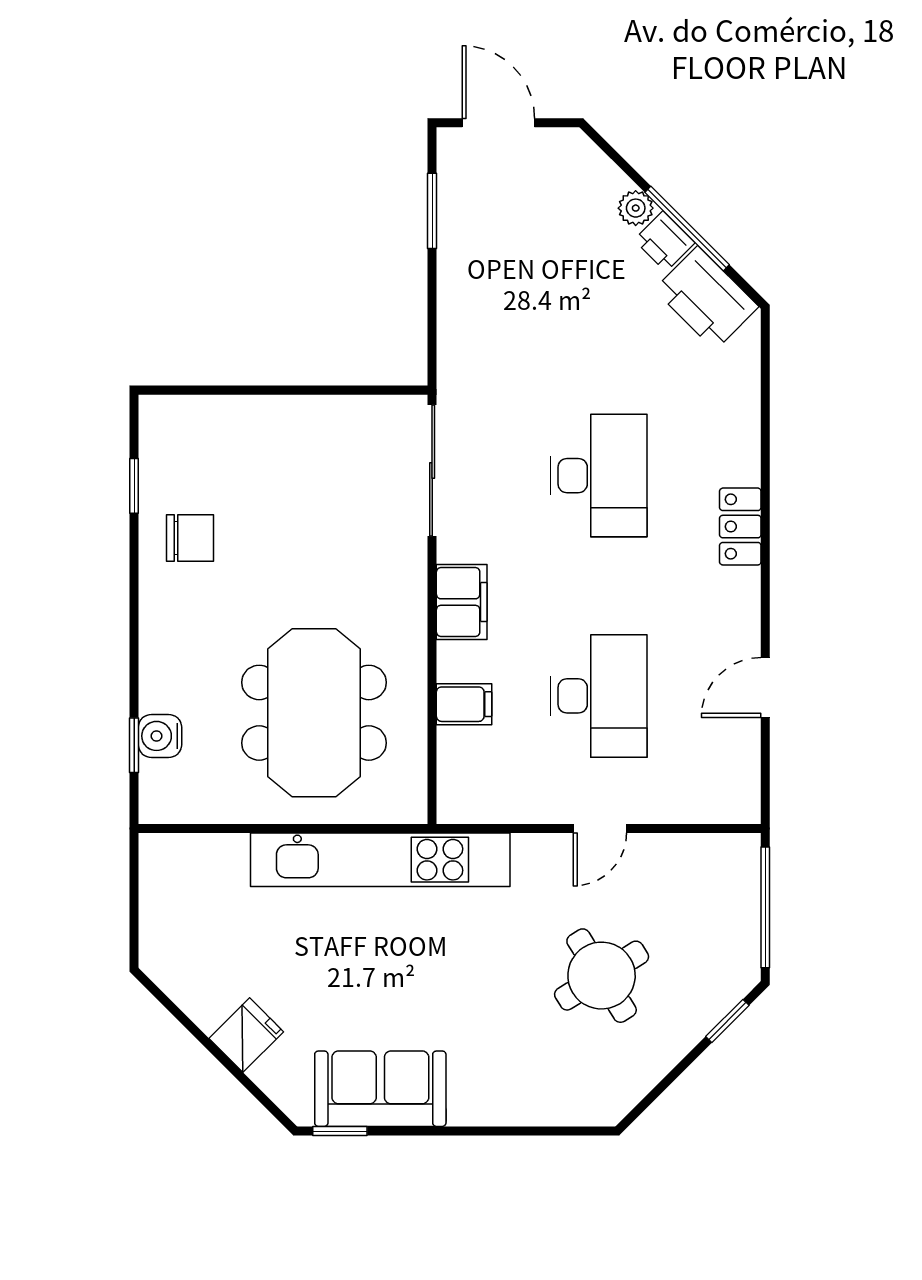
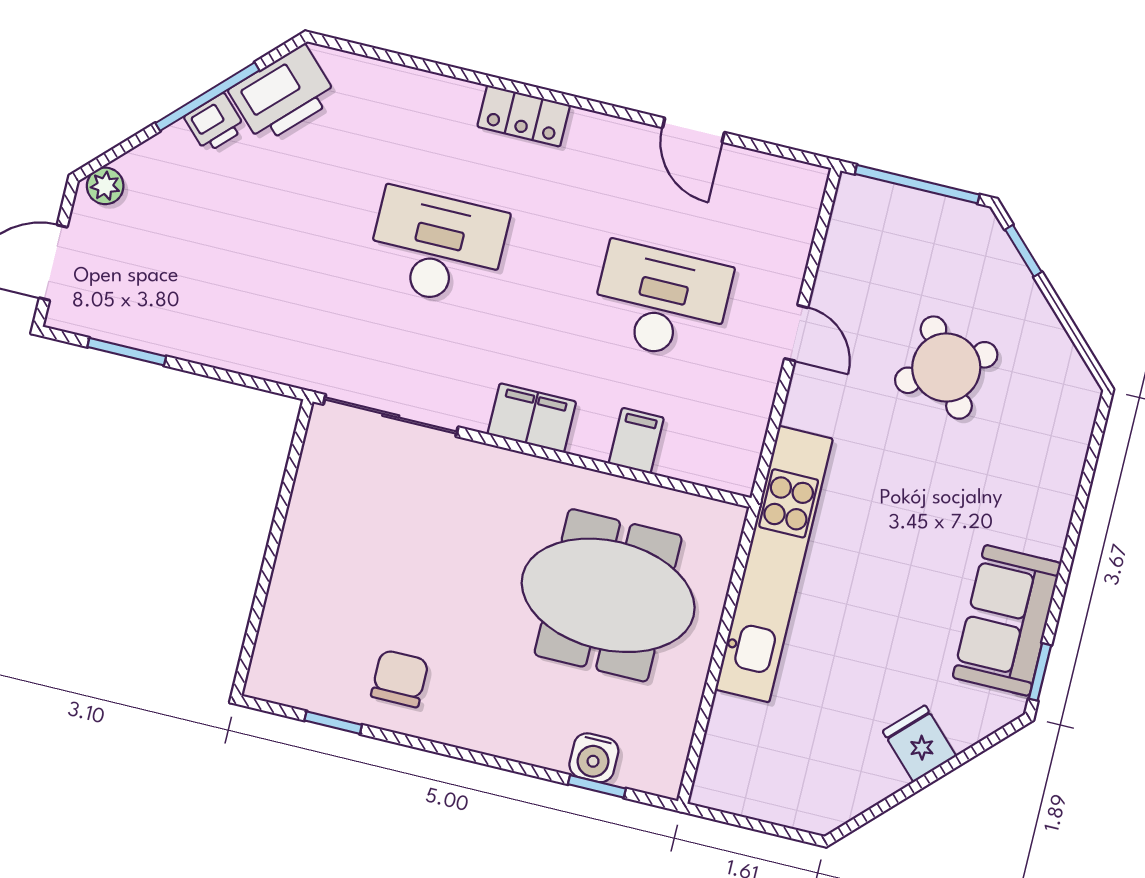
plant: (636, 208) -> (105, 186), moved

